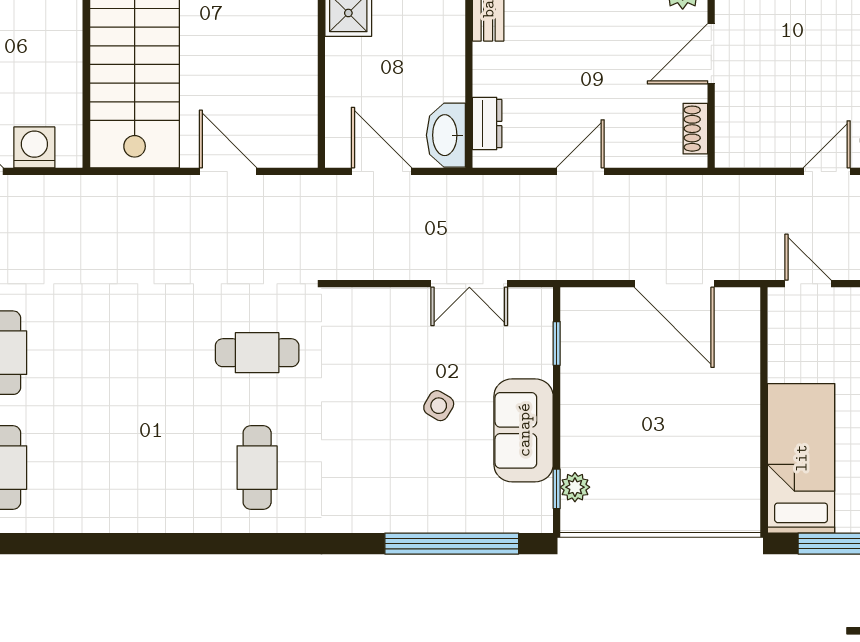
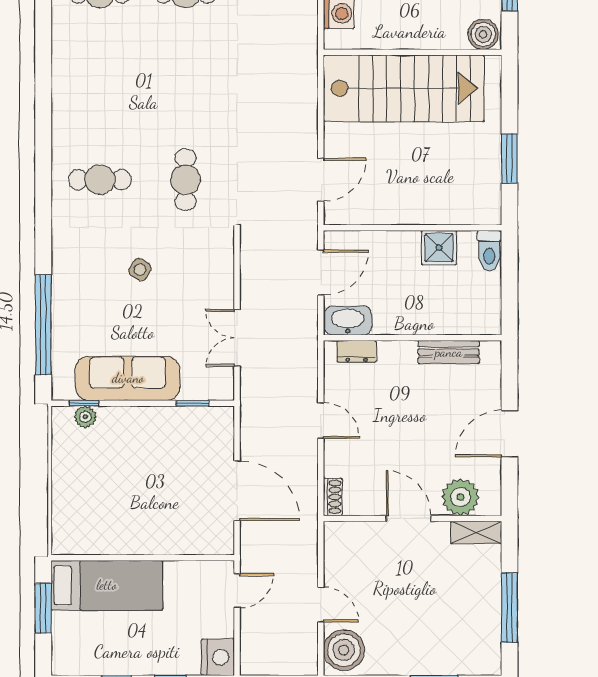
shoe rack: (695, 129) -> (333, 497), moved, turned 90
door: (228, 171) -> (321, 180), moved
door: (674, 284) -> (237, 491), swing flipped
side table: (439, 406) -> (140, 270), moved
sofa: (524, 430) -> (128, 378), width x1.36

